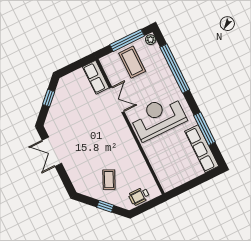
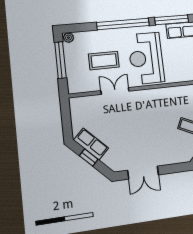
coffee table: (132, 62) -> (104, 60), moved
window: (175, 68) -> (123, 24), moved
row of seats: (96, 77) -> (91, 144), moved, turned -135

